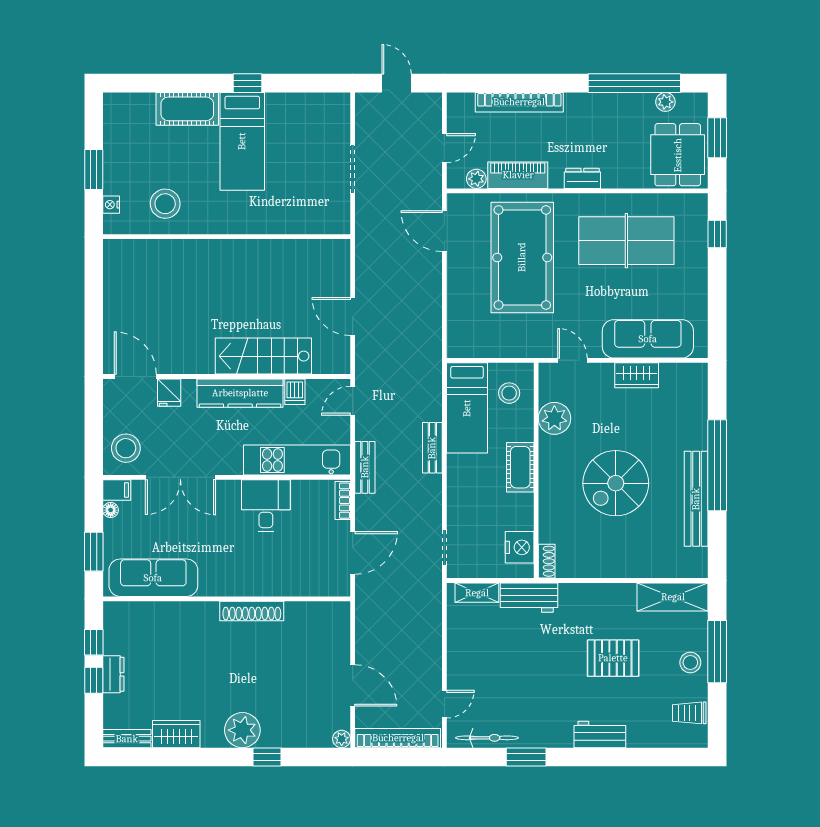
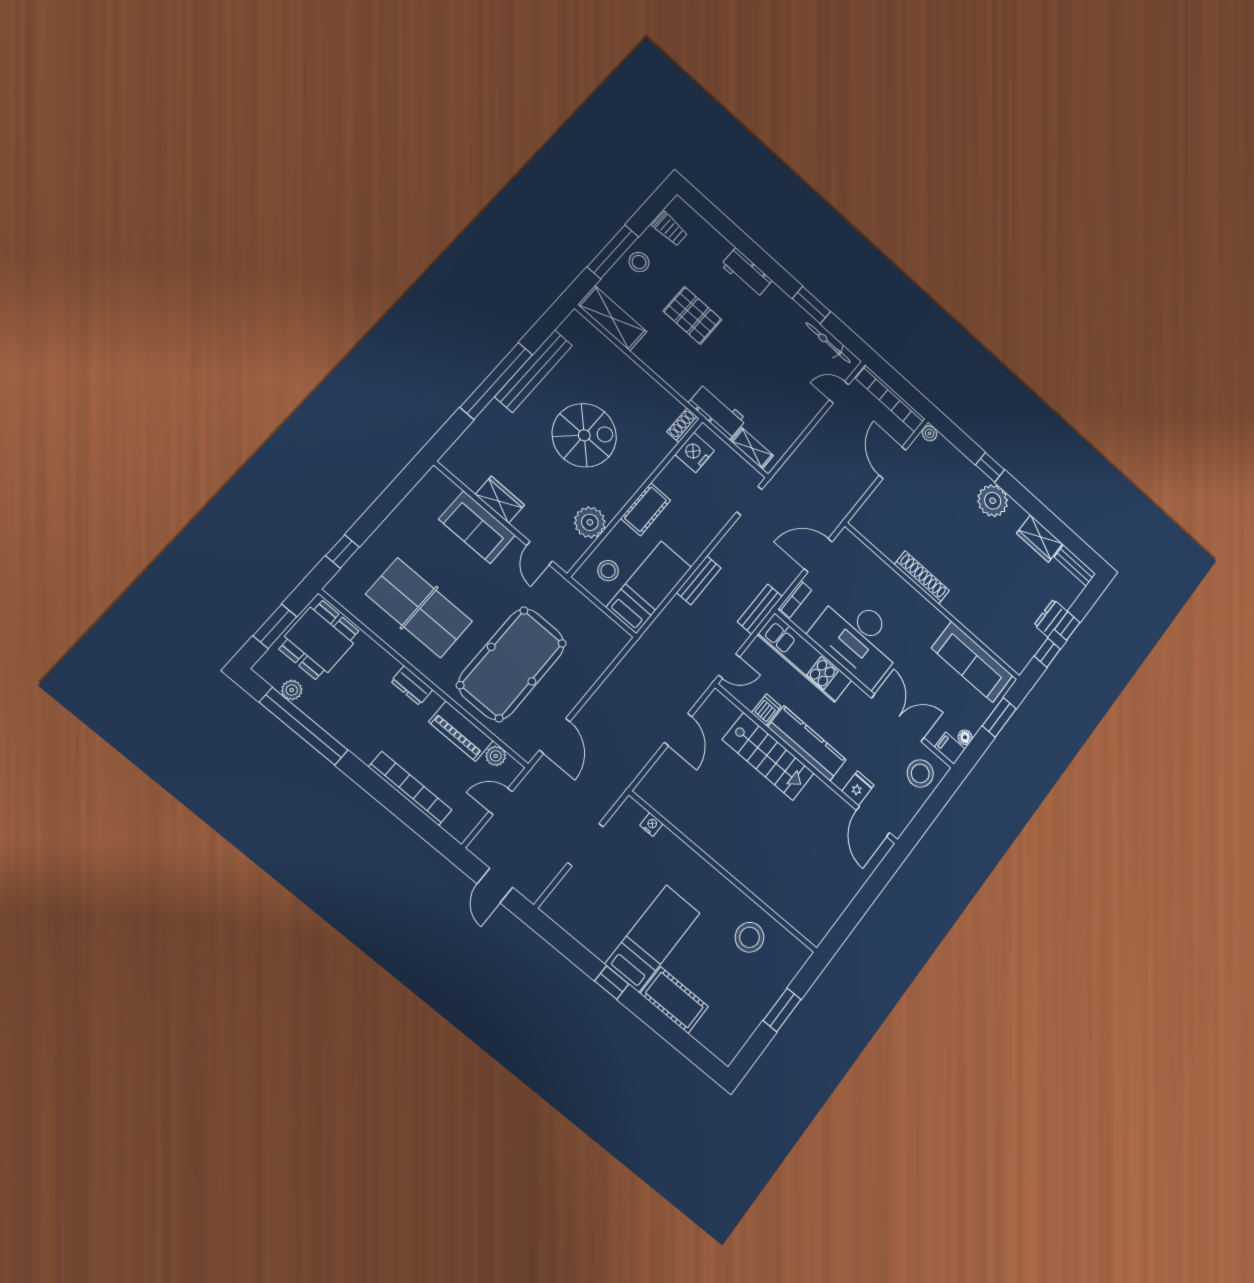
nightstand: (111, 205) -> (651, 825), moved, turned -90
sofa: (648, 339) -> (477, 527), width x0.73
desk: (266, 506) -> (858, 638), width x1.87, depth x1.30

